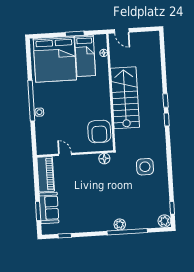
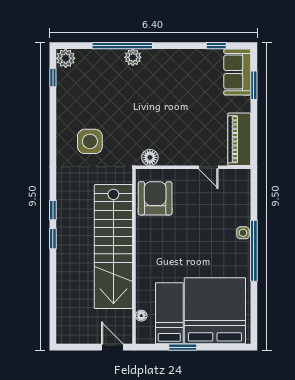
stairs: (125, 98) -> (113, 246), width x1.36
sofa: (49, 208) -> (237, 72), moved

